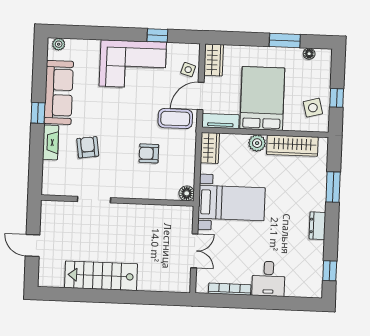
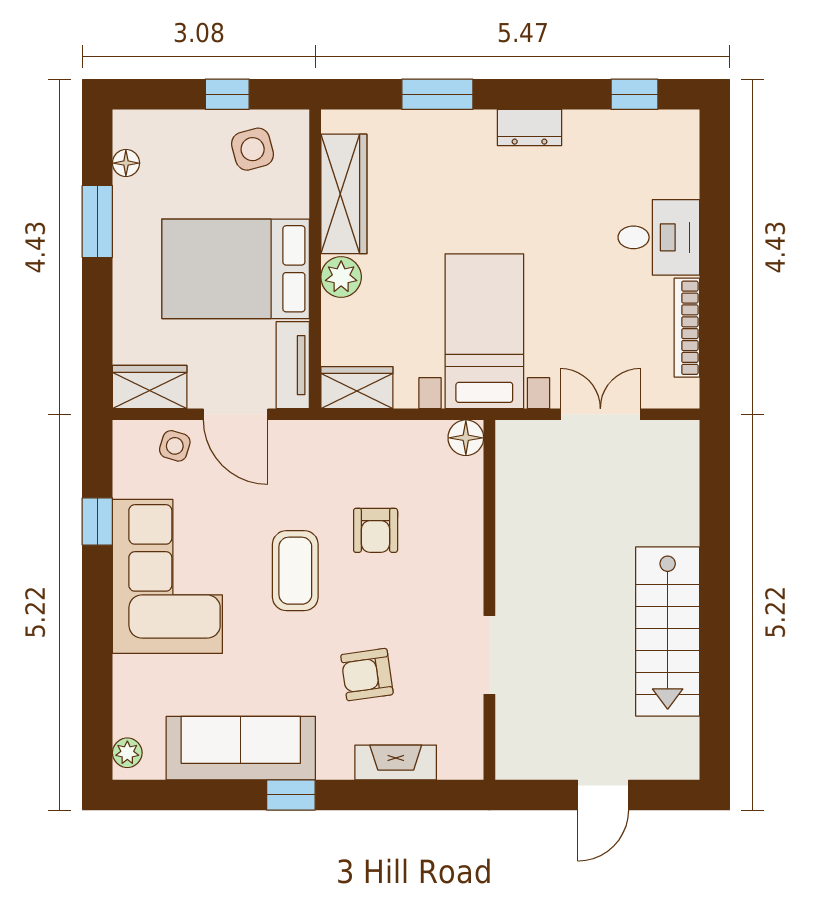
coffee table: (175, 119) -> (295, 571), moved
fireplace: (51, 142) -> (396, 762), moved

